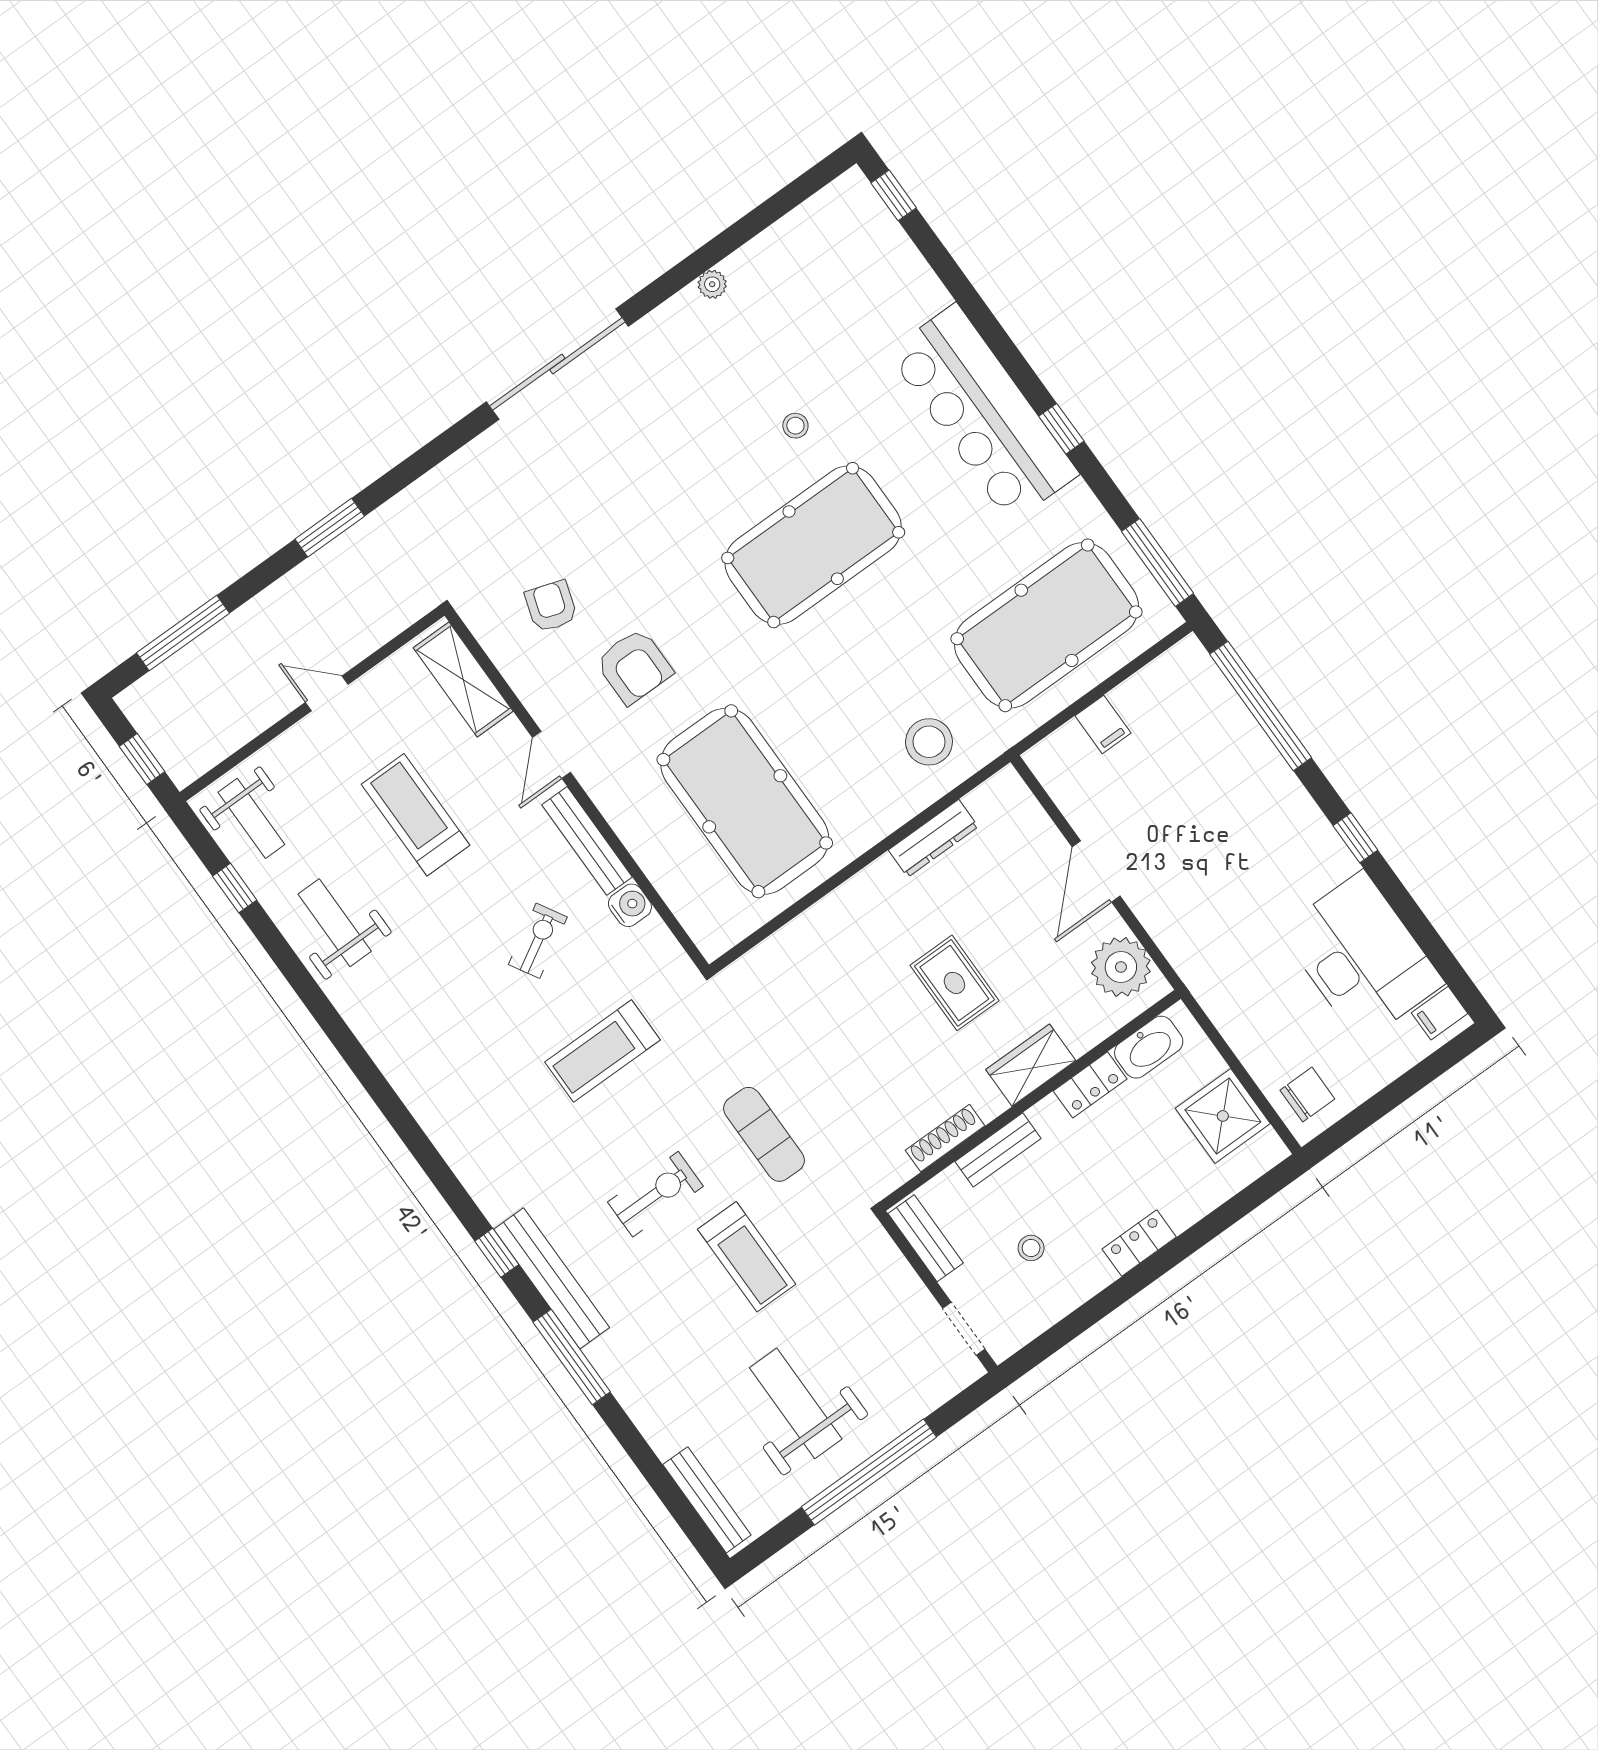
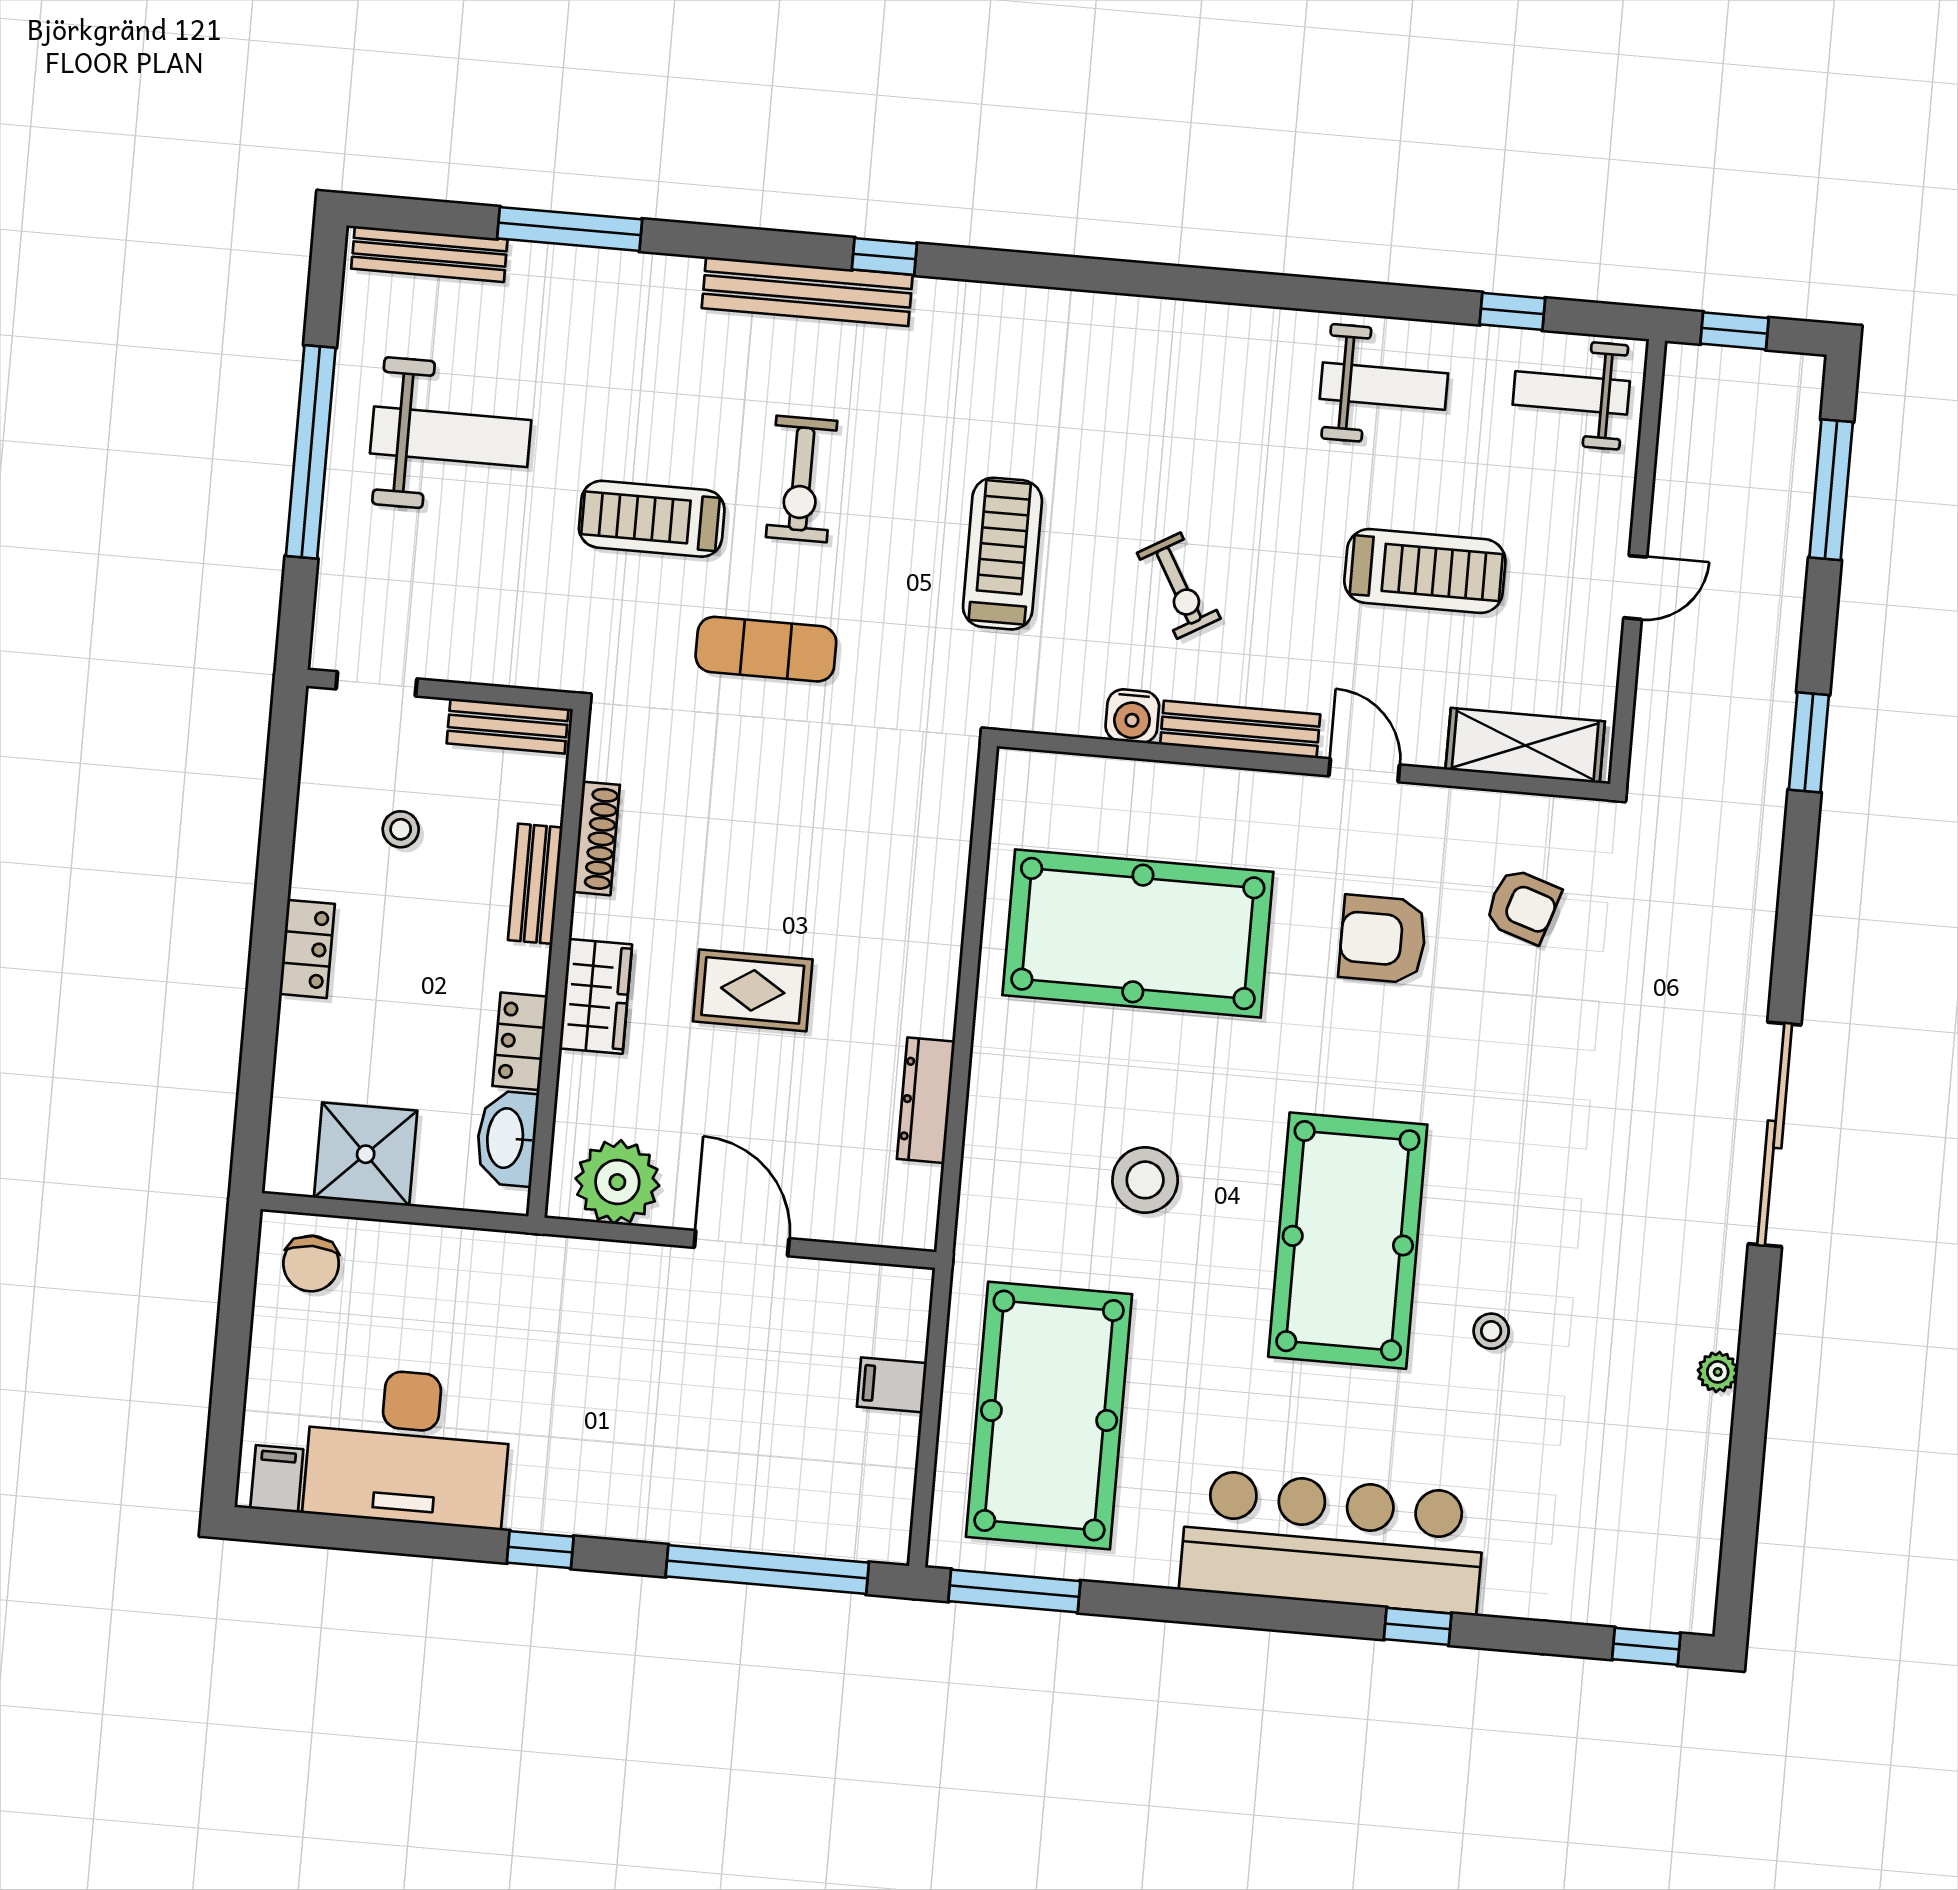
window: (1061, 429) -> (1418, 1626), moved
stool: (929, 742) -> (1145, 1180), moved
window: (572, 1357) -> (570, 229), moved

